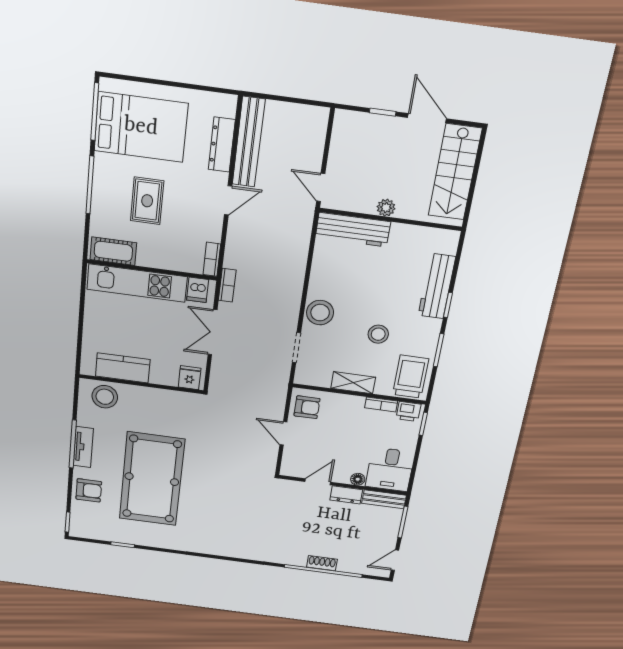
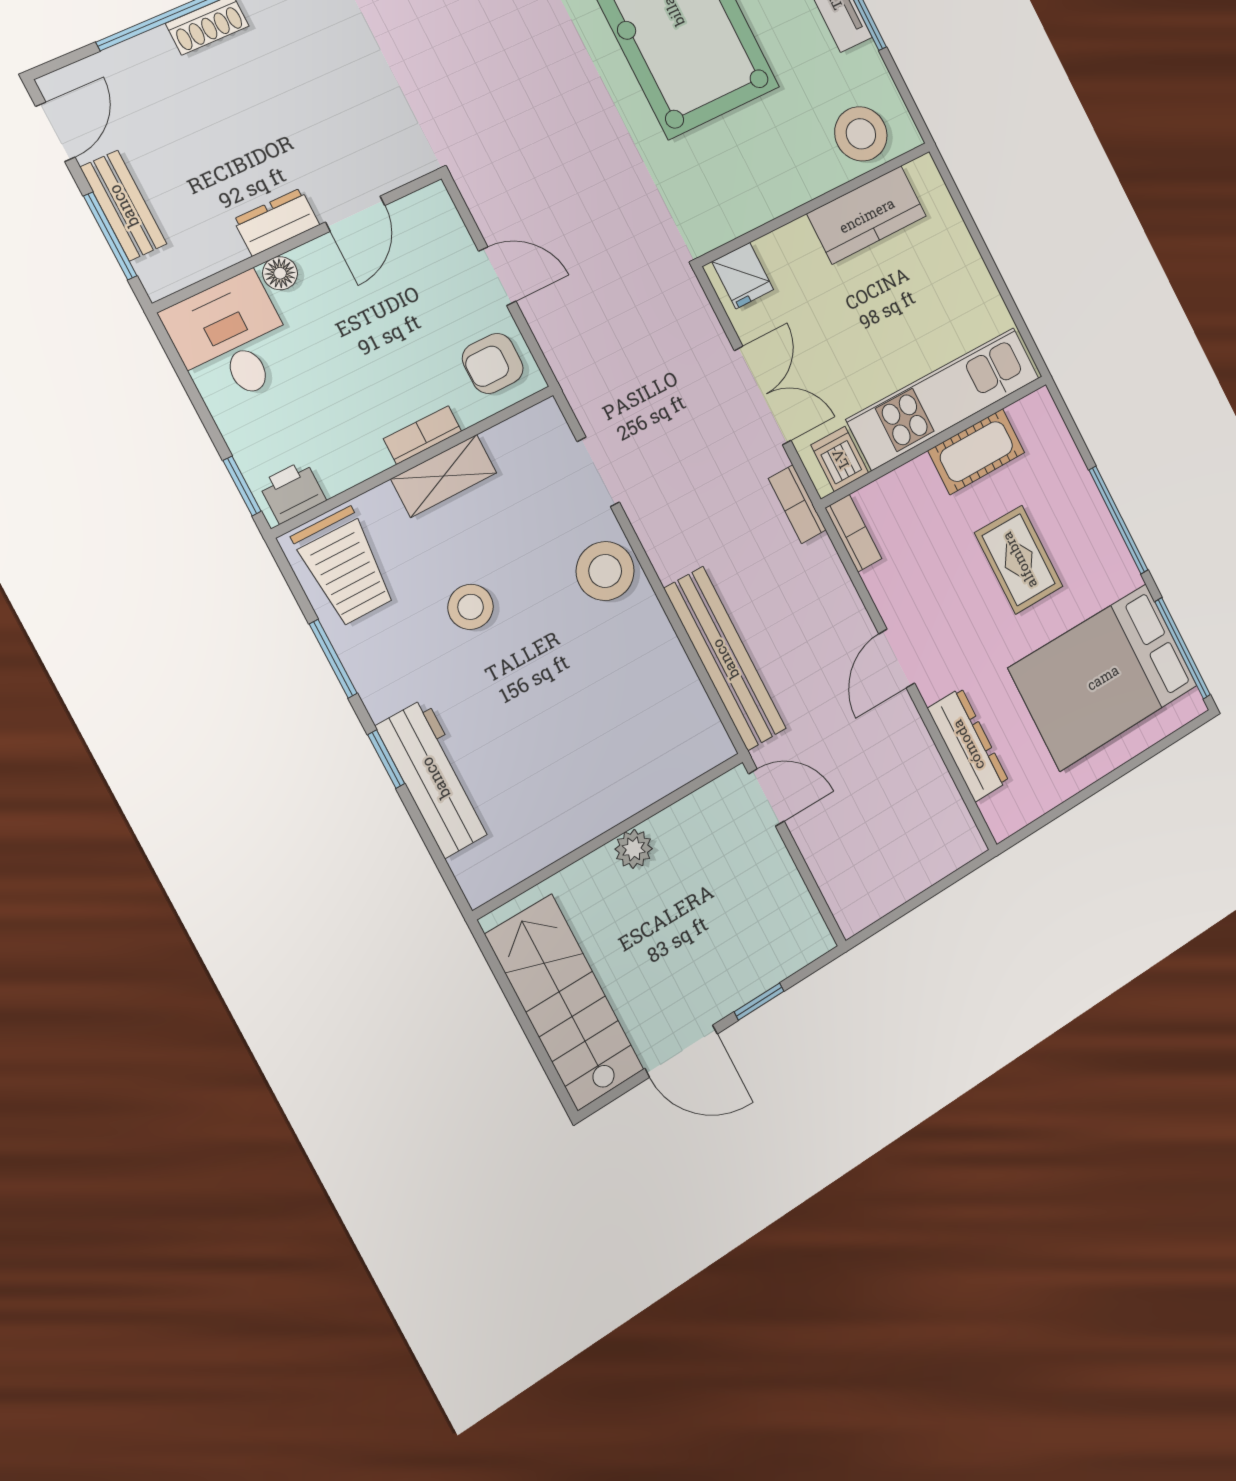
bench: (249, 142) -> (725, 659), moved
workbench: (353, 230) -> (660, 767), removed
cot: (113, 251) -> (976, 451), moved
bookcase: (381, 404) -> (423, 435), moved
bench: (384, 499) -> (123, 206), moved, turned 90

